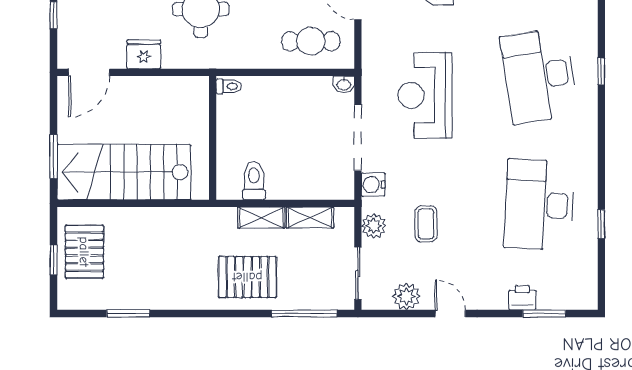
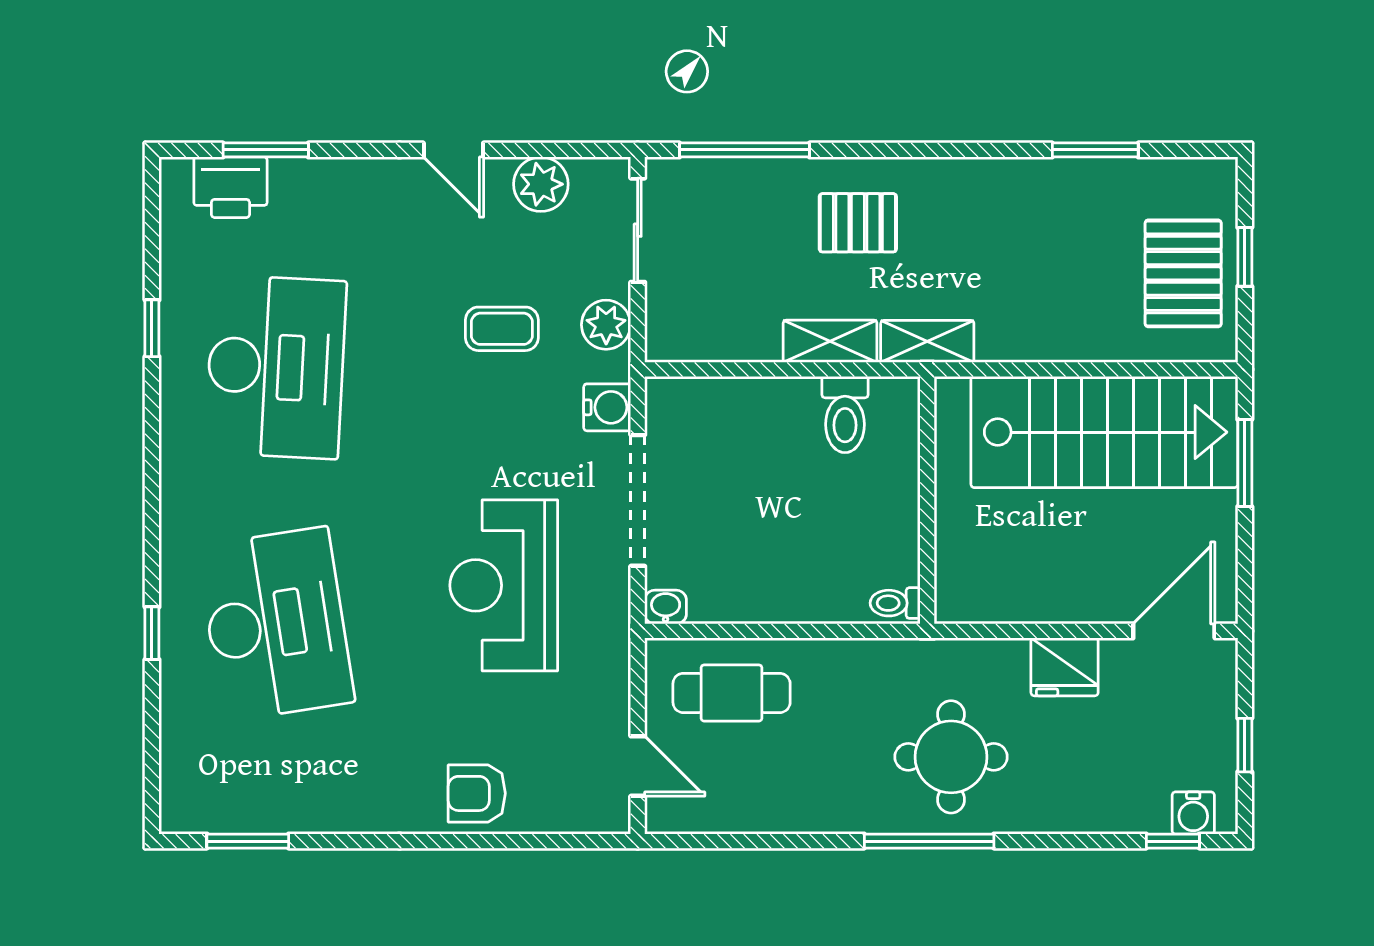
reception desk: (425, 95) -> (504, 585), turned 180
shelving: (310, 218) -> (927, 341), moved
coffee table: (426, 224) -> (502, 329), turned 90
pallet: (247, 277) -> (858, 223), width x0.67, depth x0.71
printer: (522, 298) -> (230, 187), moved, width x1.36, depth x1.24

